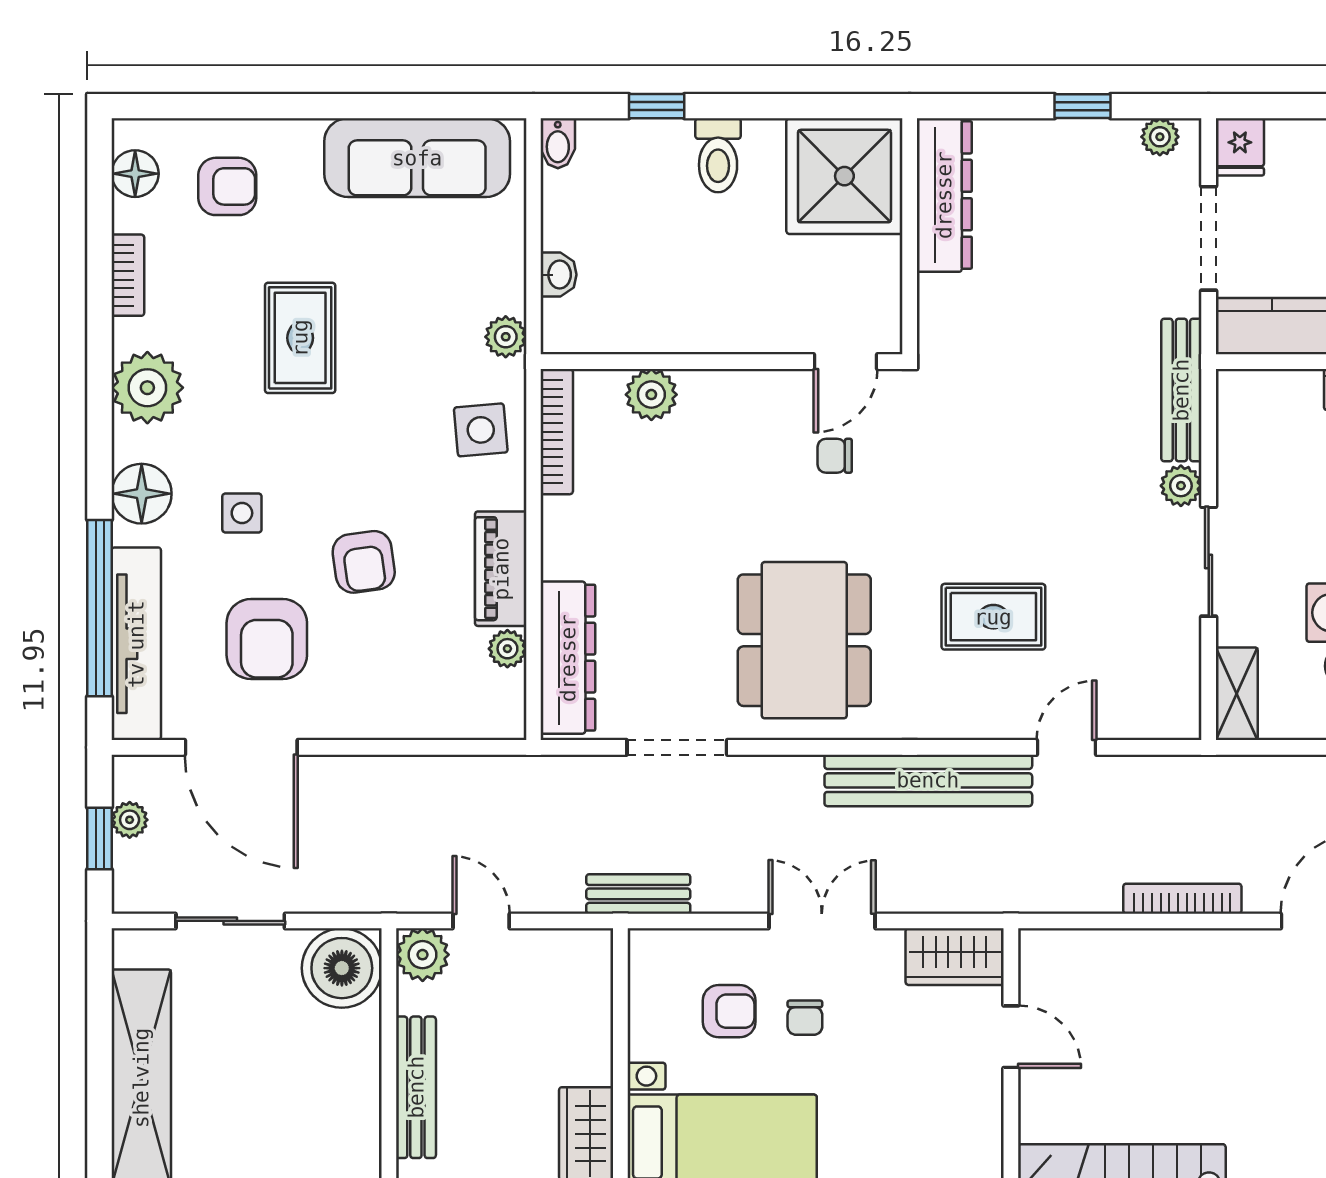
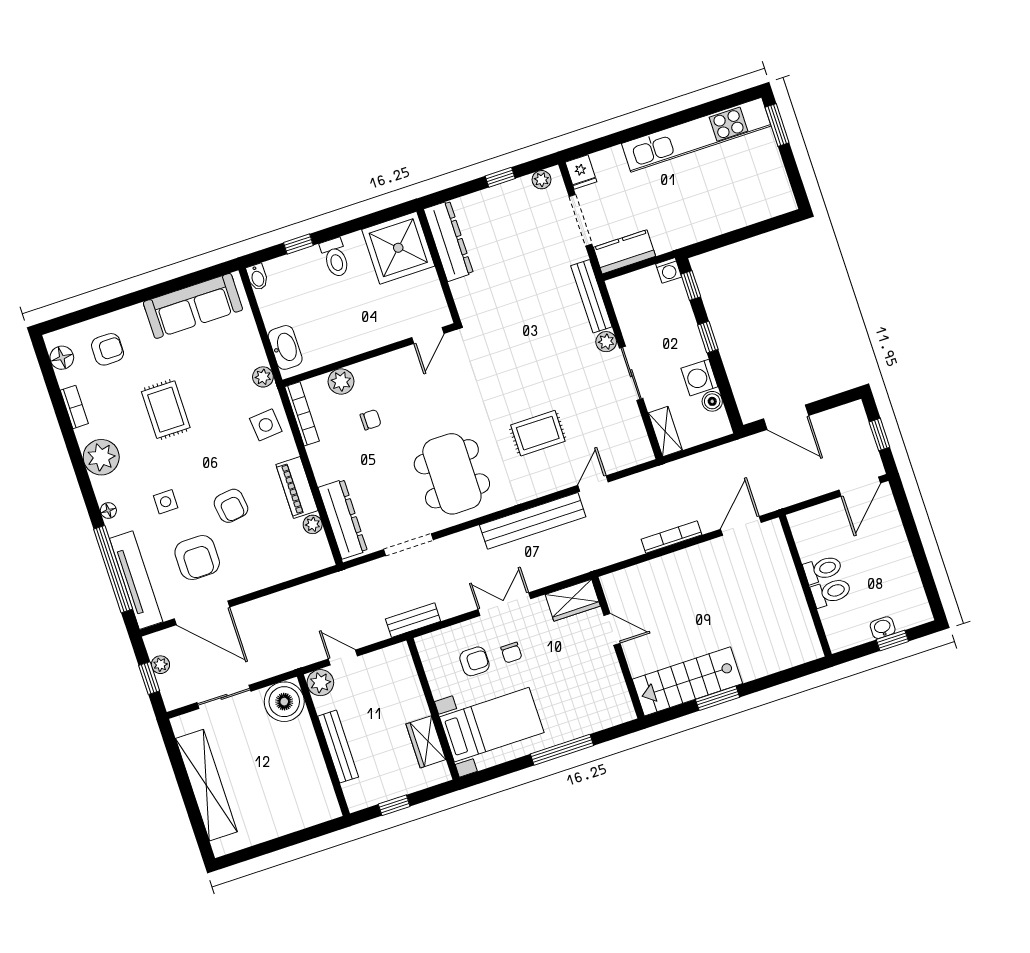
washbasin: (559, 275) -> (285, 347), width x1.91, depth x1.45
chair: (835, 456) -> (371, 420), moved, turned 180
floor lamp: (142, 494) -> (108, 510), width x0.53, depth x0.53

